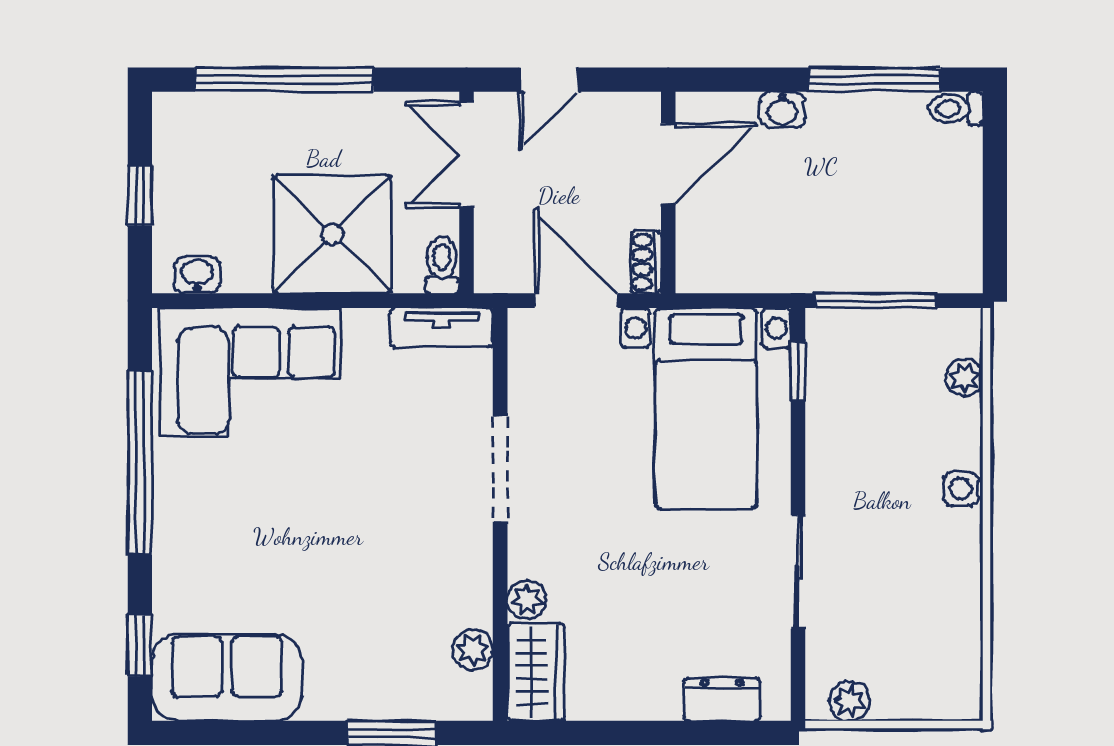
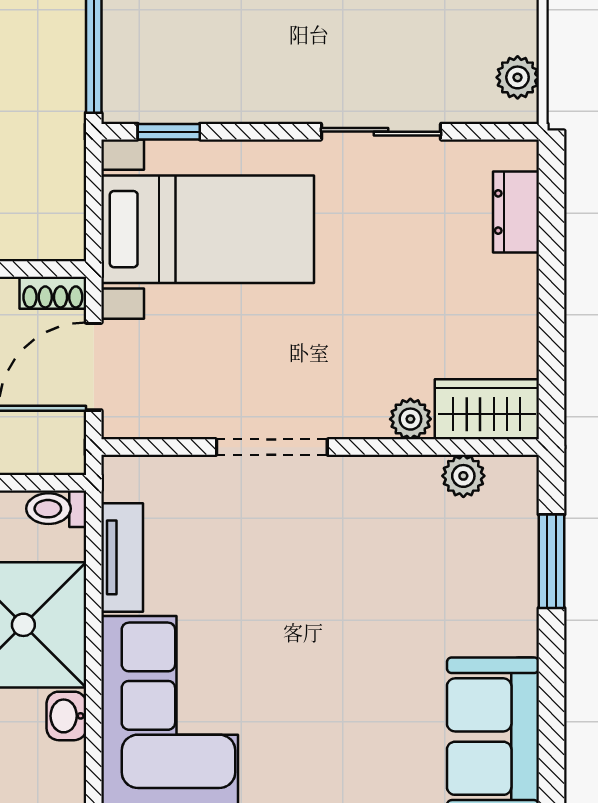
washbasin: (197, 275) -> (66, 716), moved
tv unit: (442, 327) -> (122, 557), moved

